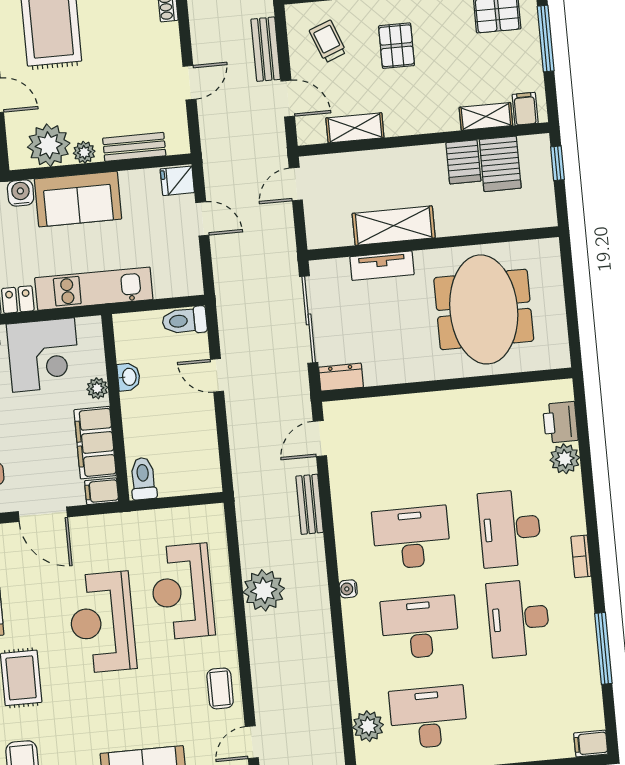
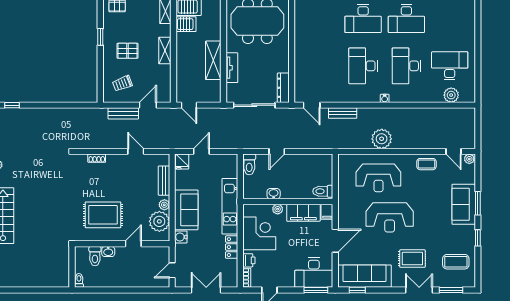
shelving: (355, 128) -> (165, 51), moved
dresser: (341, 377) -> (283, 88), width x1.44
desk: (428, 717) -> (450, 66), turned 90

